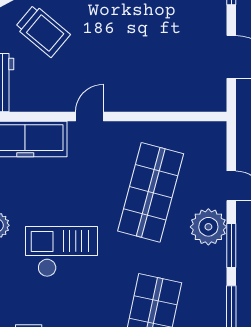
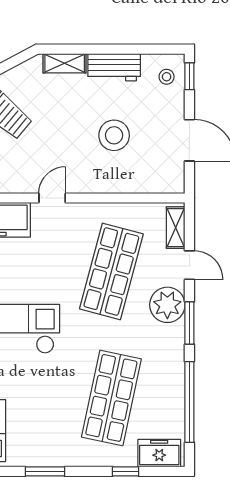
stool: (153, 52) -> (114, 135), added
shelving: (217, 147) -> (176, 228), added

